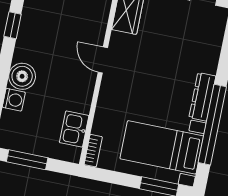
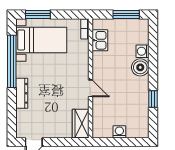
dresser: (202, 97) -> (22, 93), moved

